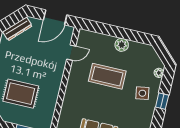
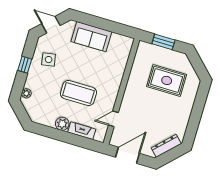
fireplace: (102, 39) -> (82, 131), added
side table: (142, 93) -> (49, 60), moved

